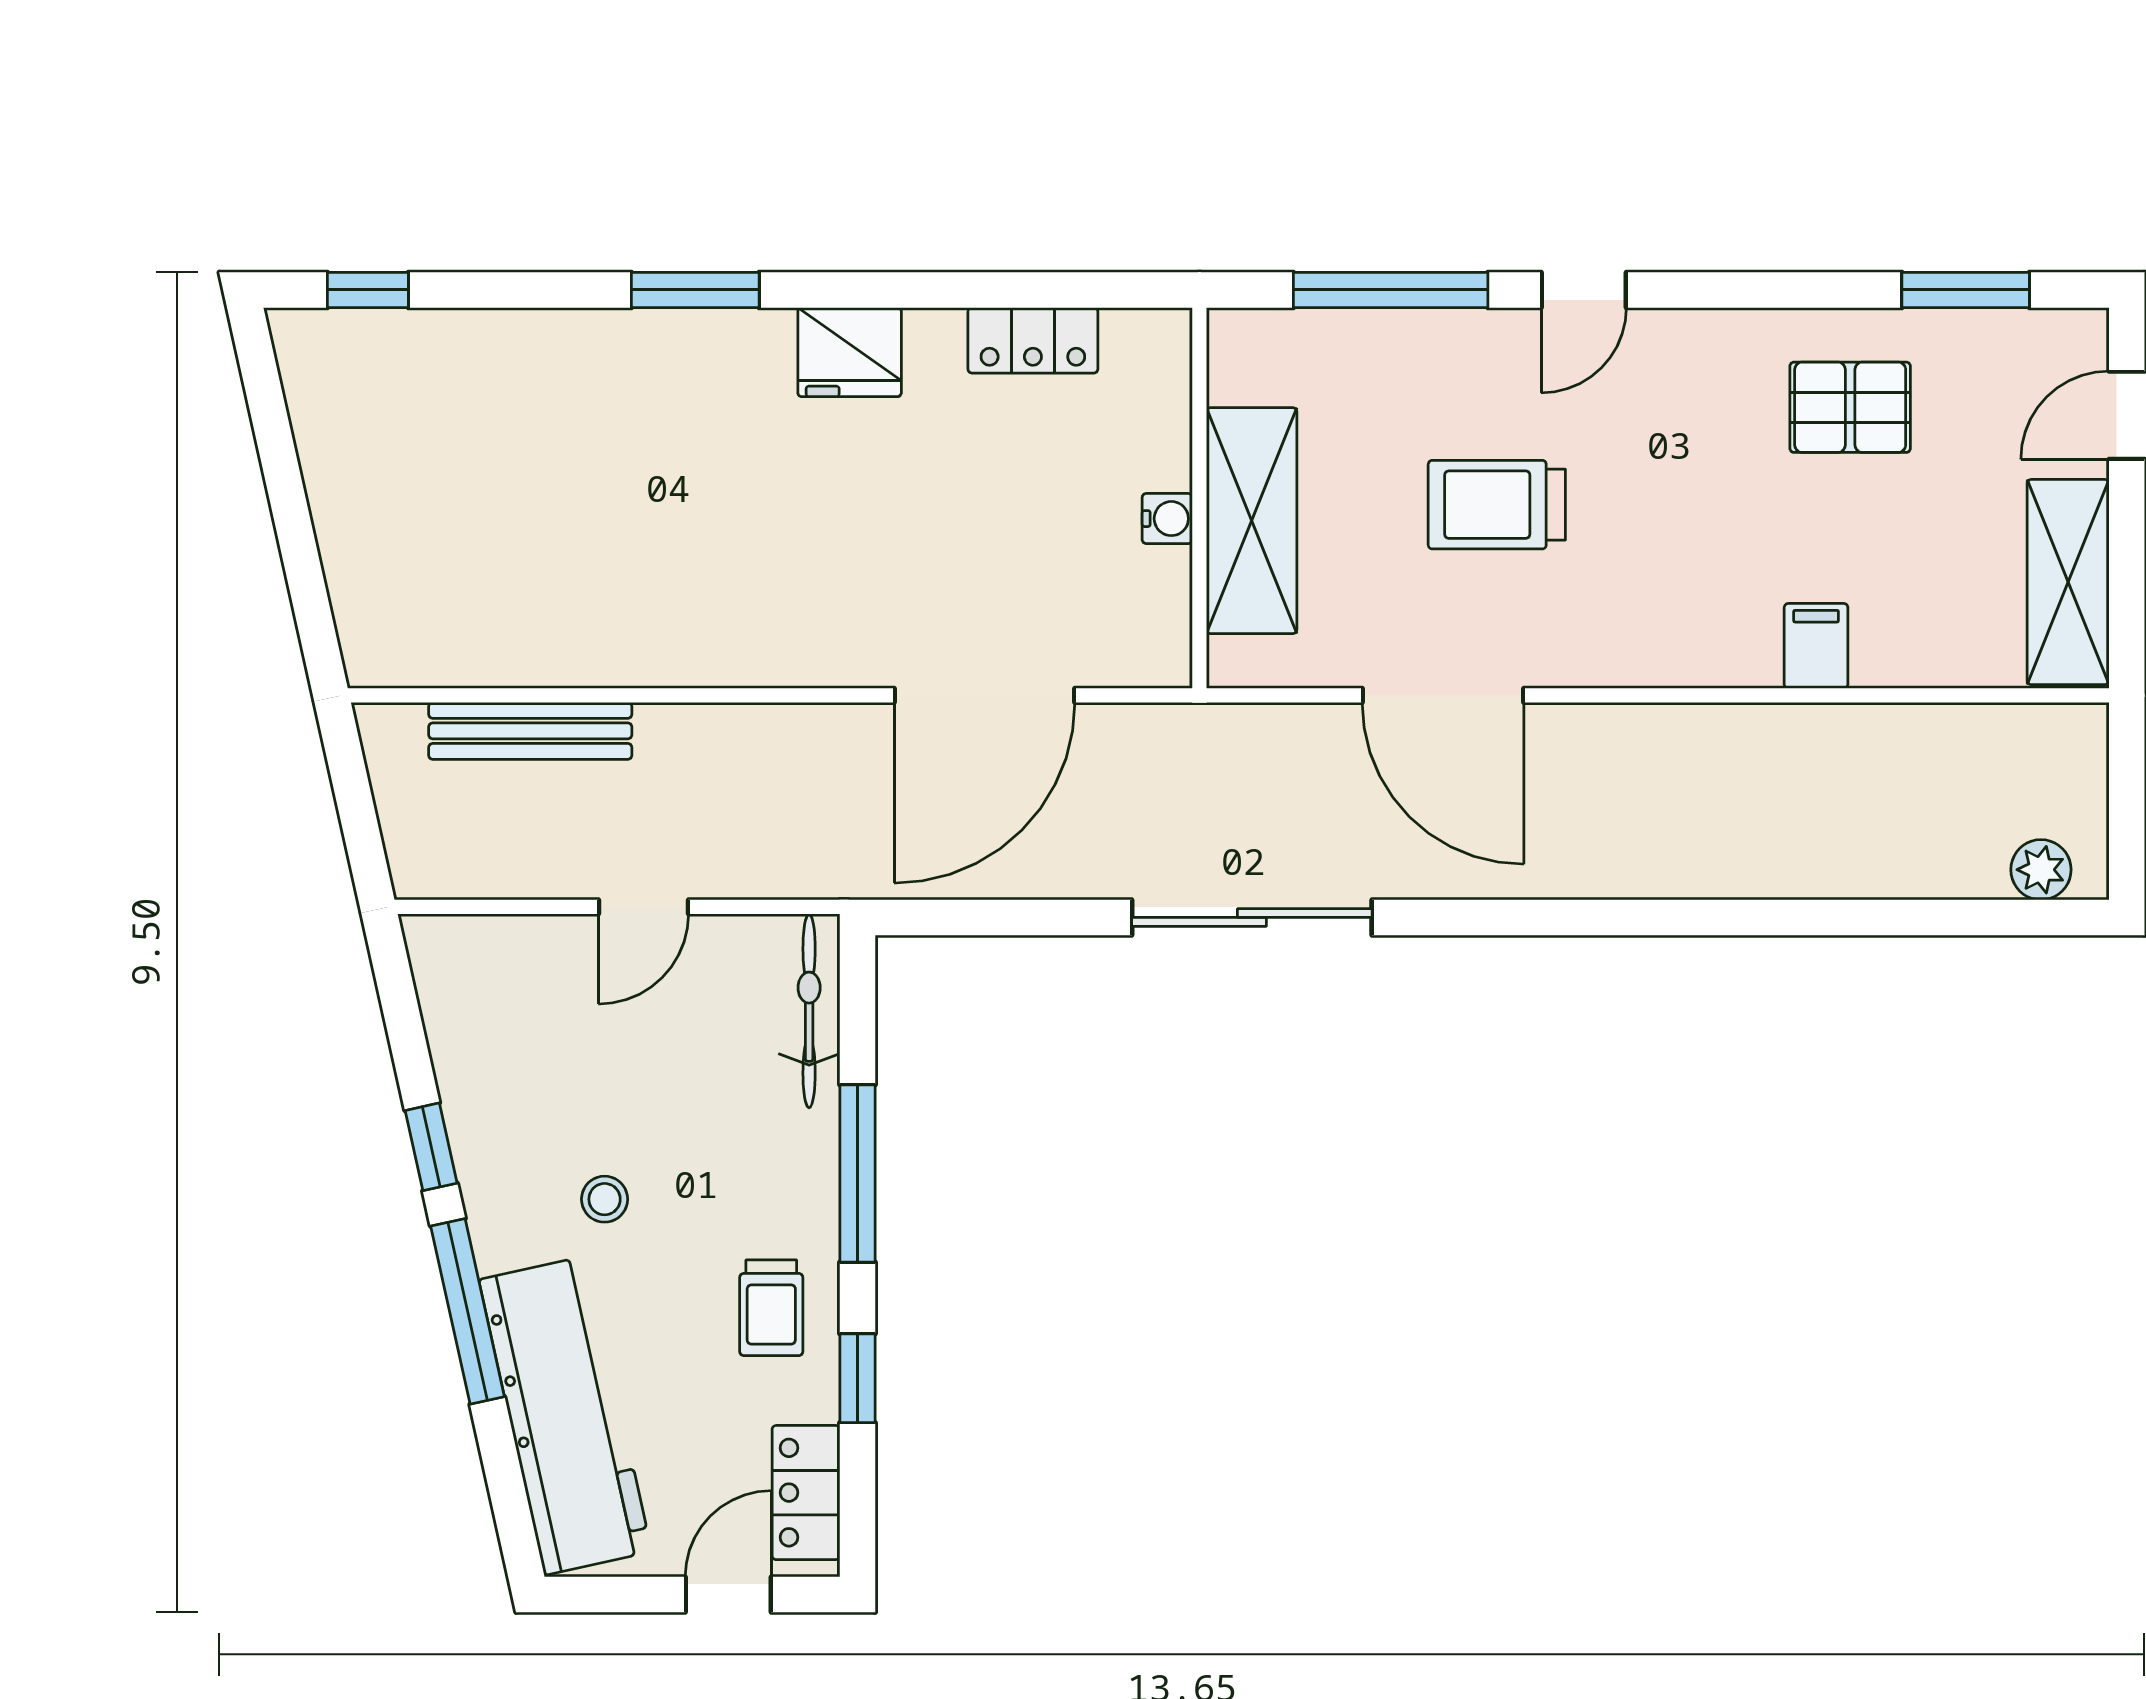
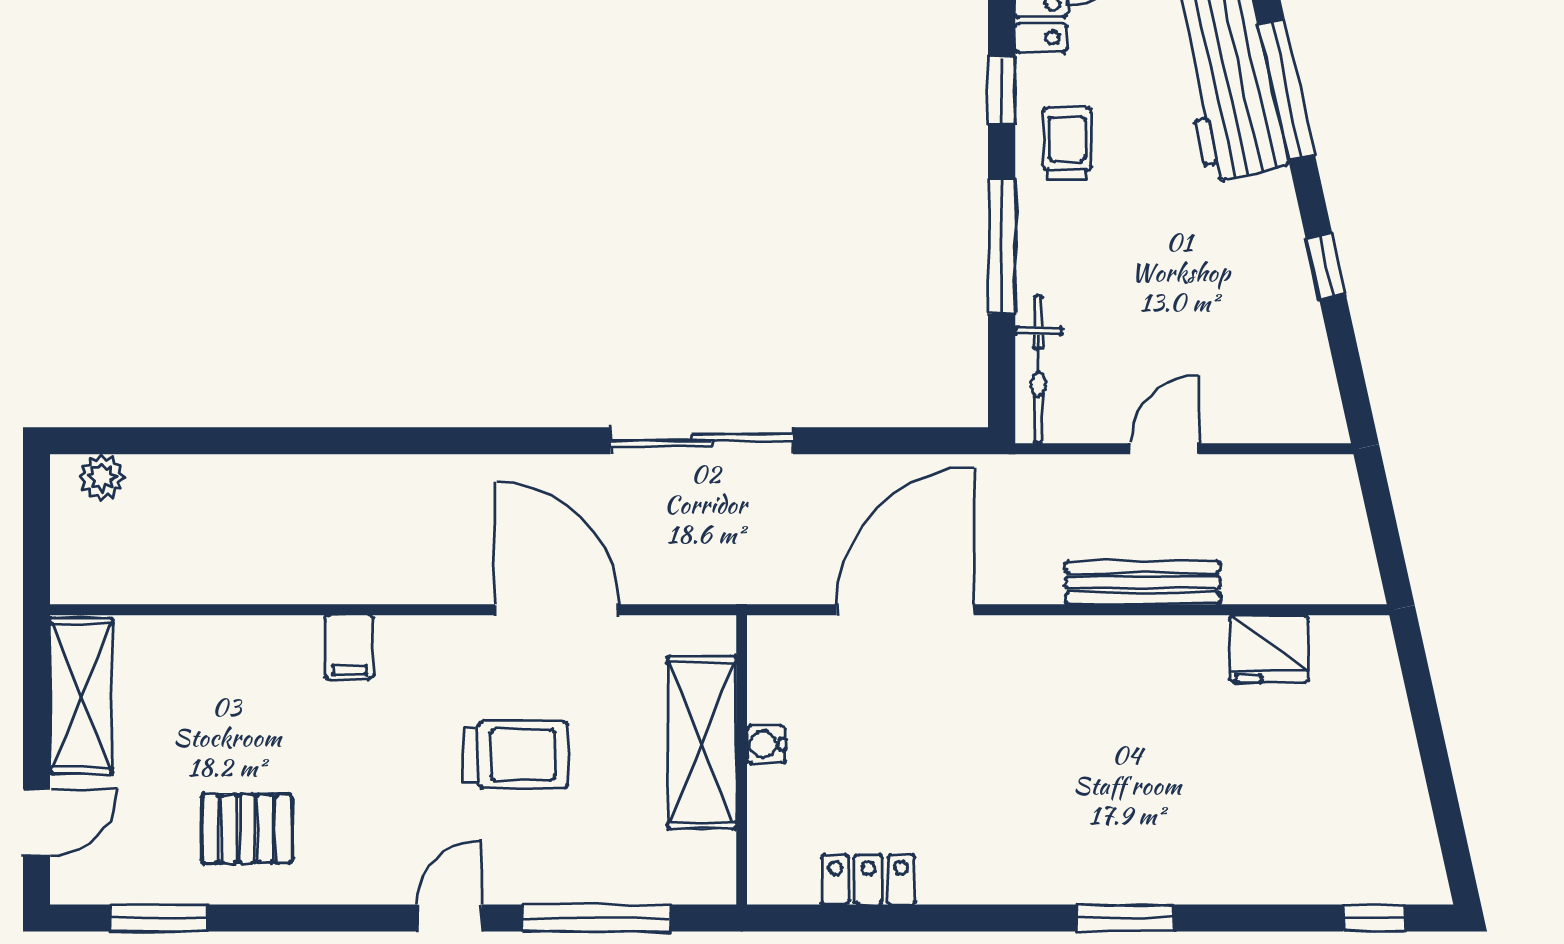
fridge: (850, 352) -> (1269, 649), moved, turned 180
filing cabinet: (1816, 646) -> (349, 647), moved
bench: (530, 731) -> (1143, 583), moved
stool: (605, 1199) -> (1194, 227), removed
window: (468, 1311) -> (1287, 89), moved

